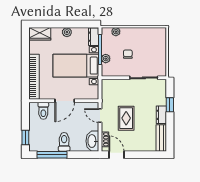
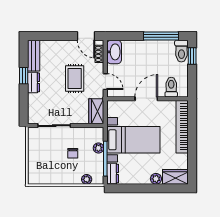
plant: (67, 32) -> (156, 179), moved
wardrobe: (108, 90) -> (96, 111), added
window: (170, 105) -> (24, 76), moved
toilet: (64, 142) -> (181, 51), moved

